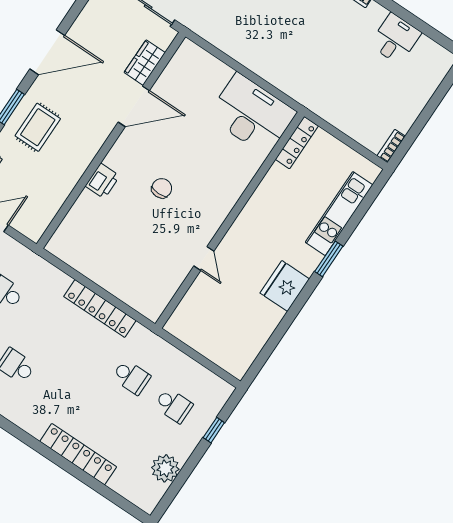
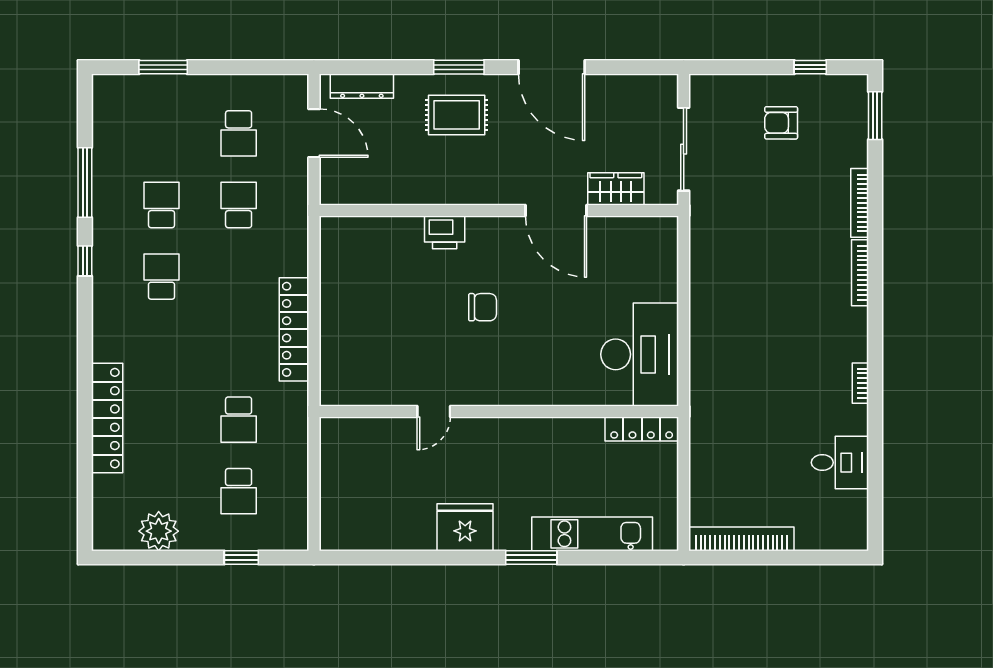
bookcase: (391, 146) -> (741, 539), width x2.31, depth x1.31

